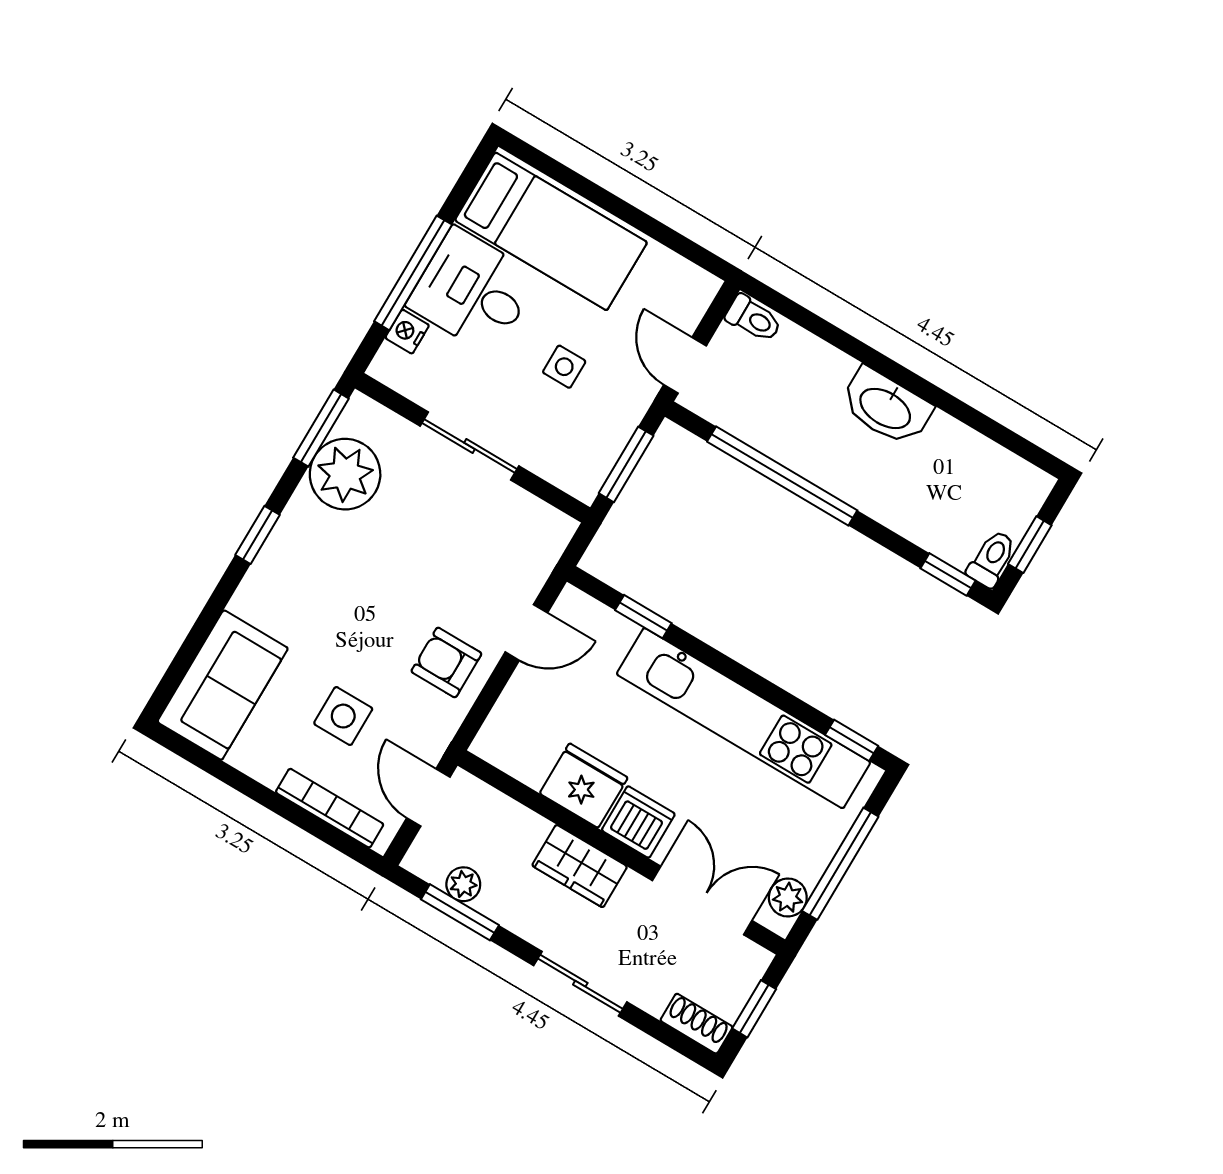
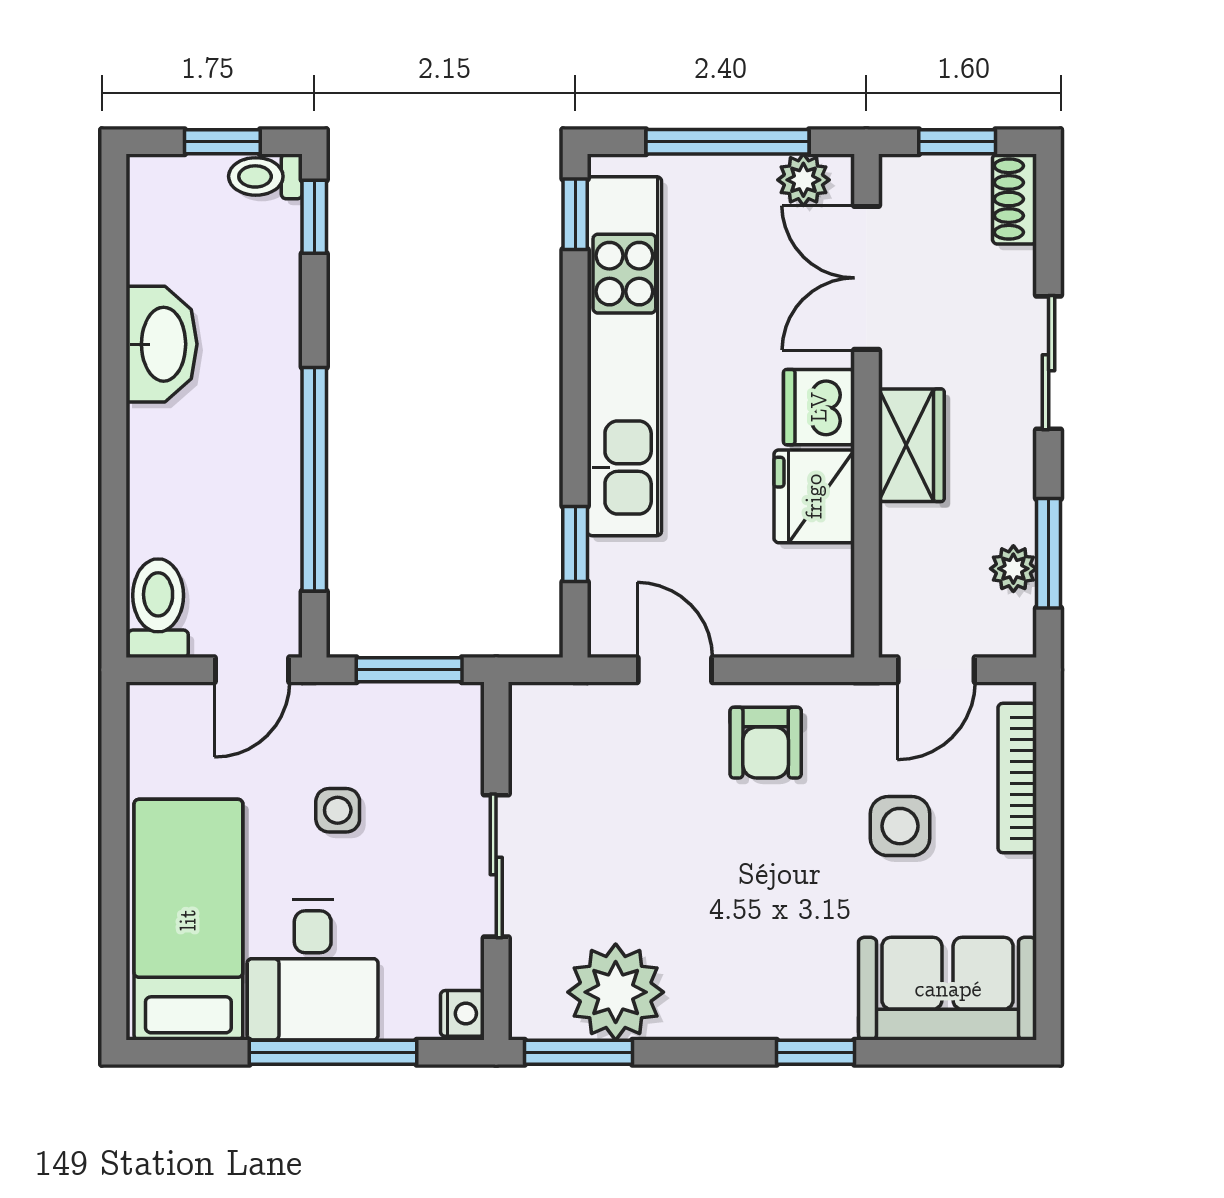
toilet: (754, 319) -> (158, 608), width x1.37, depth x1.39
nightstand: (407, 332) -> (462, 1013), moved, turned -90
washbasin: (886, 407) -> (161, 344), moved
window: (258, 535) -> (816, 1052), moved

